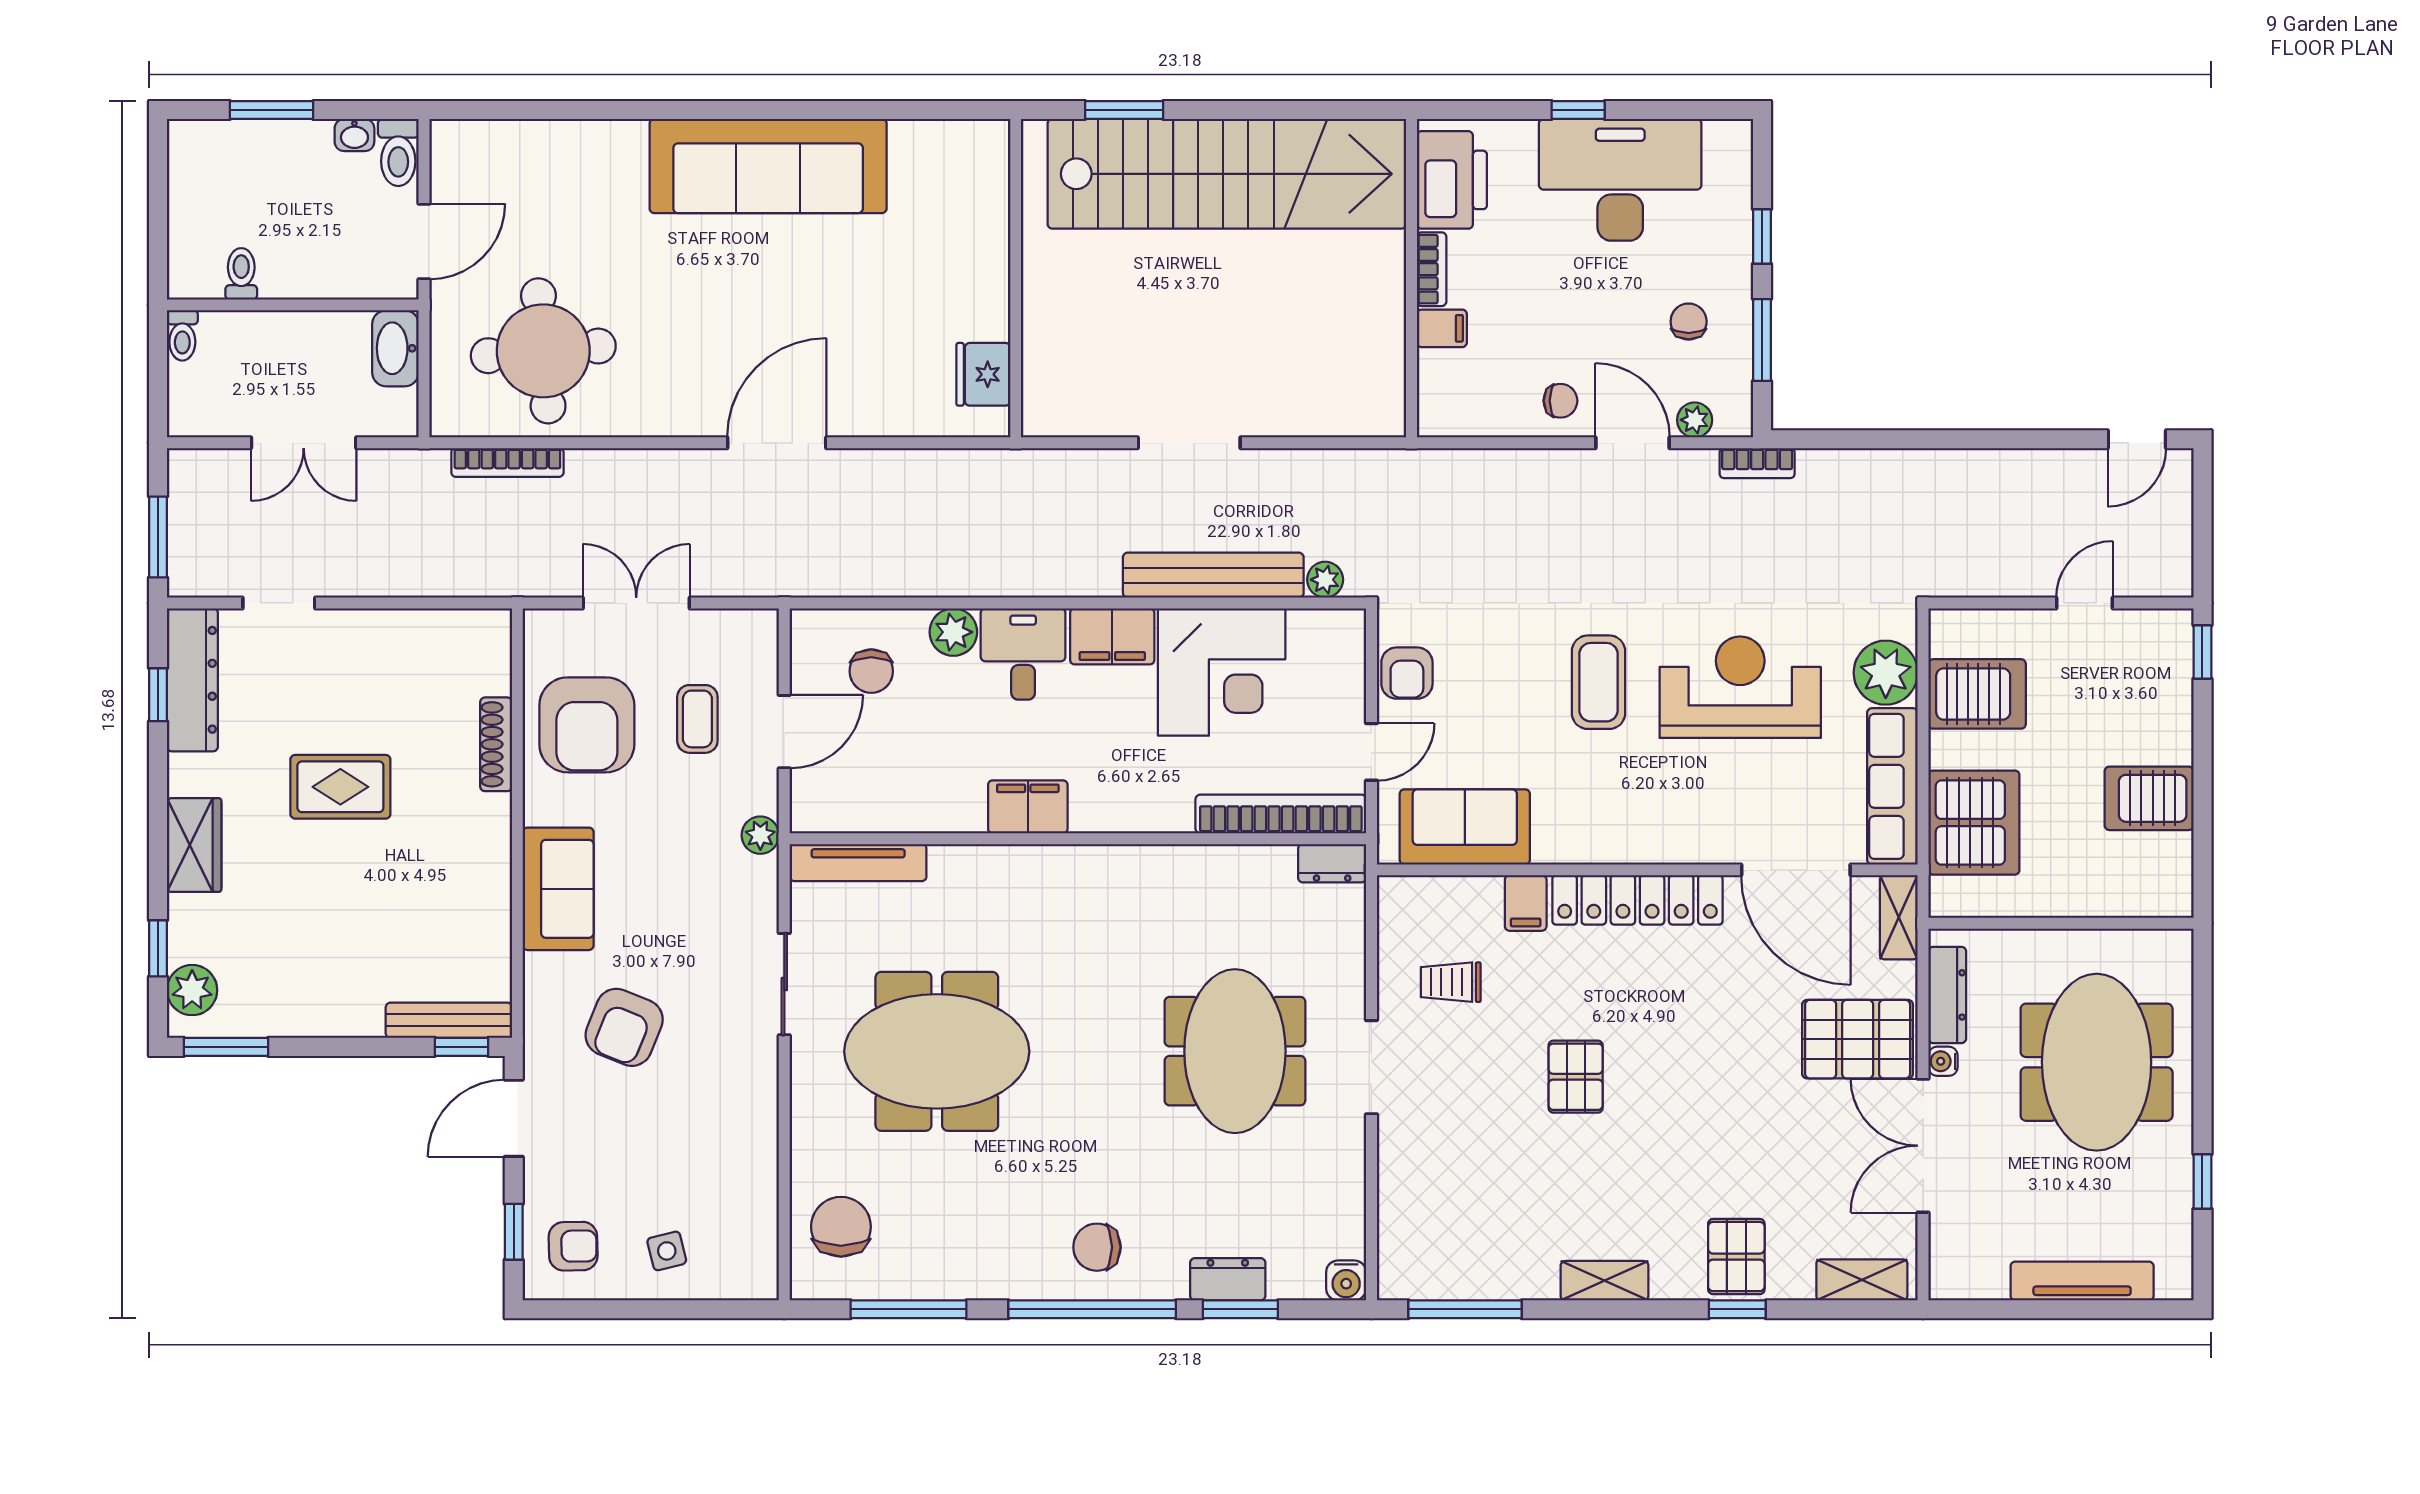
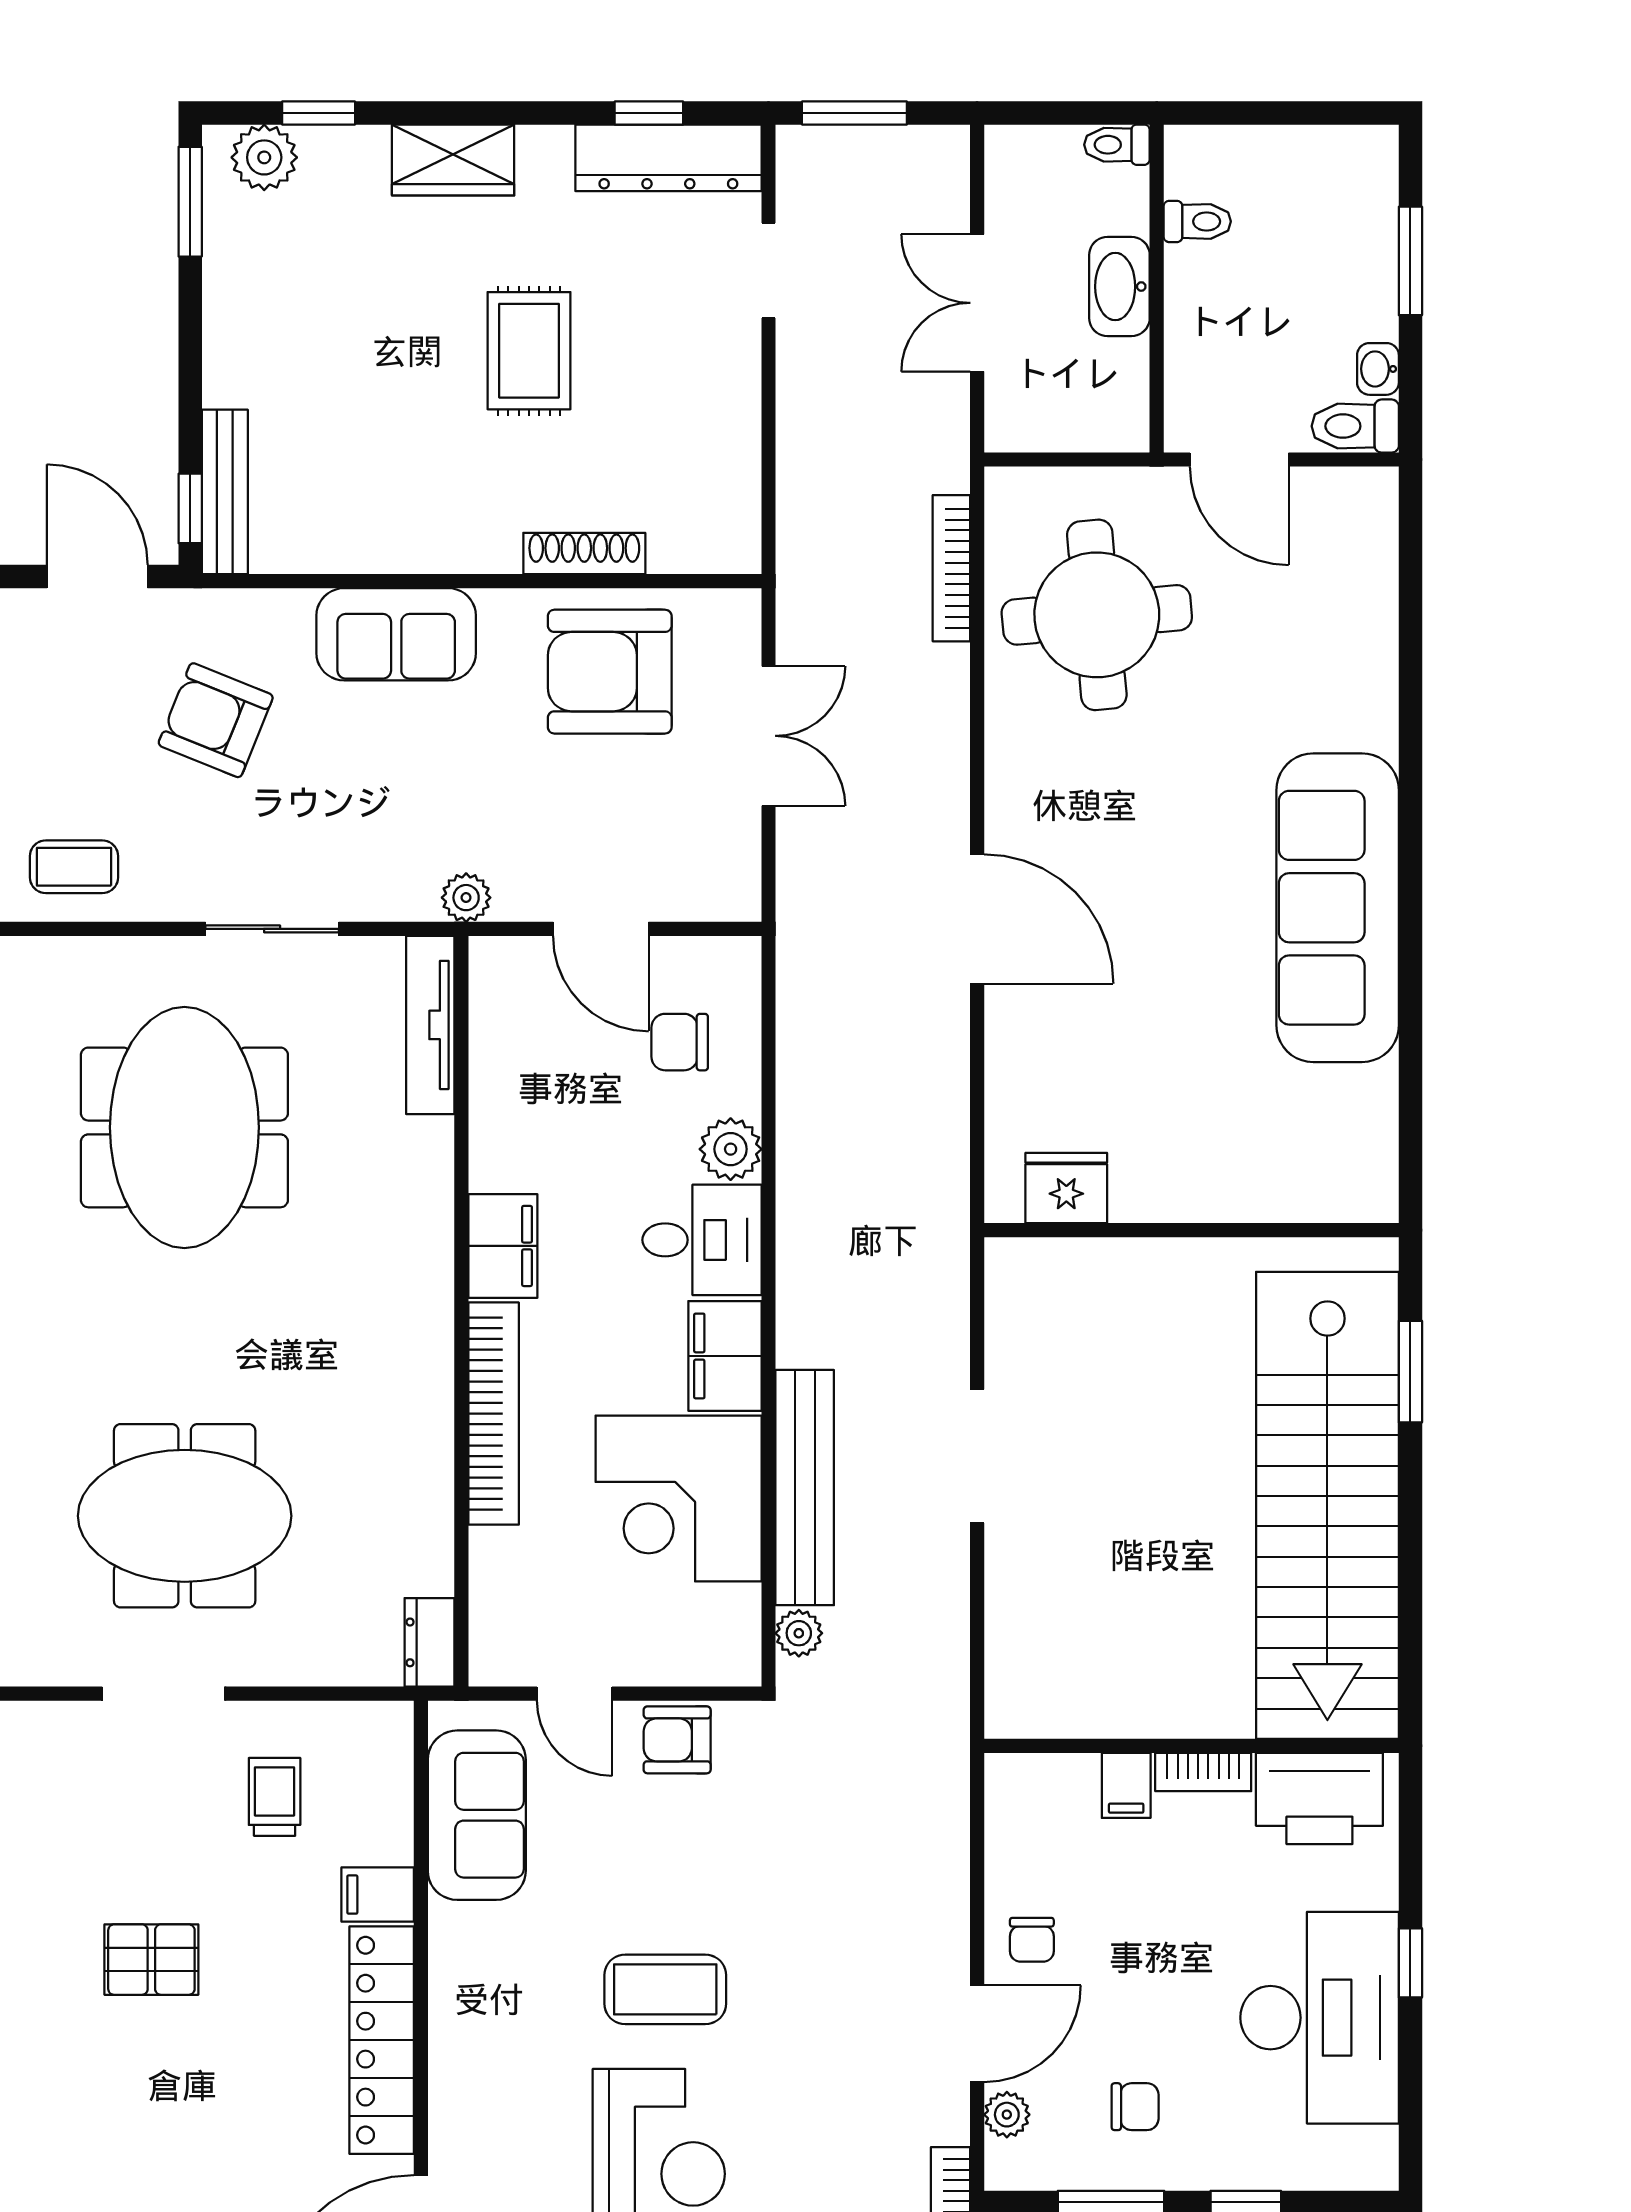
washbasin: (395, 348) -> (1119, 287), moved, turned -90
coffee table: (697, 719) -> (74, 867), moved
bookcase: (1281, 814) -> (494, 1414), moved

